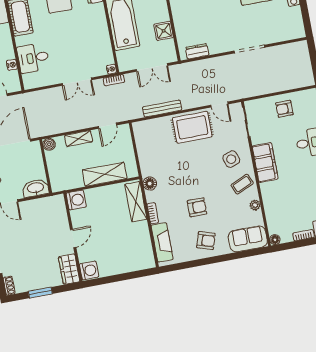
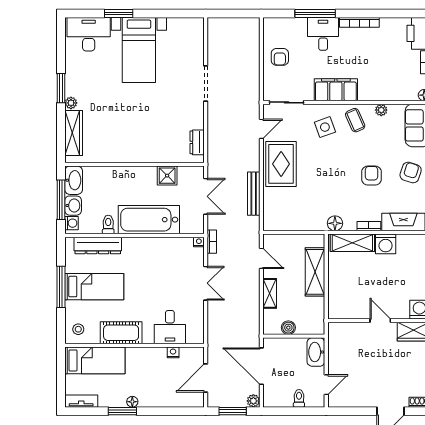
boiler: (49, 144) -> (288, 328), moved
washing machine: (76, 200) -> (386, 244), moved, turned 180

